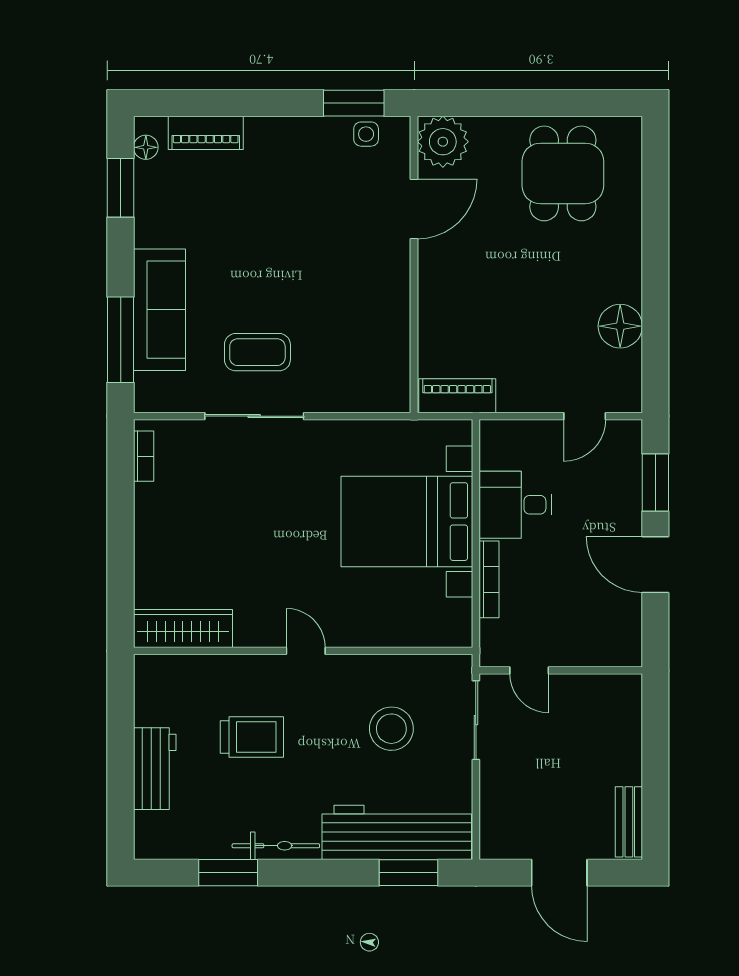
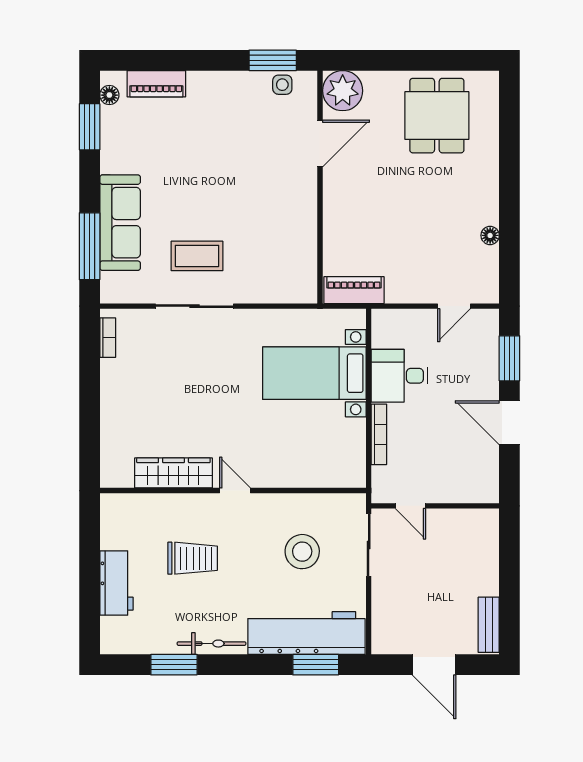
floor lamp: (620, 326) -> (490, 235), width x0.53, depth x0.53
bed with nightstands: (407, 522) -> (314, 373), width x0.73
wardrobe: (183, 629) -> (173, 473), moved

